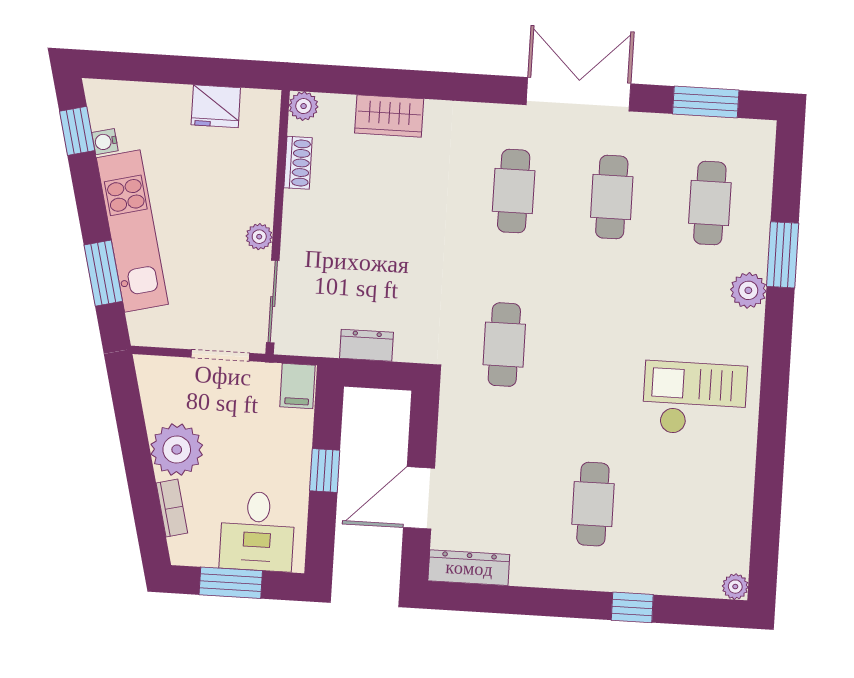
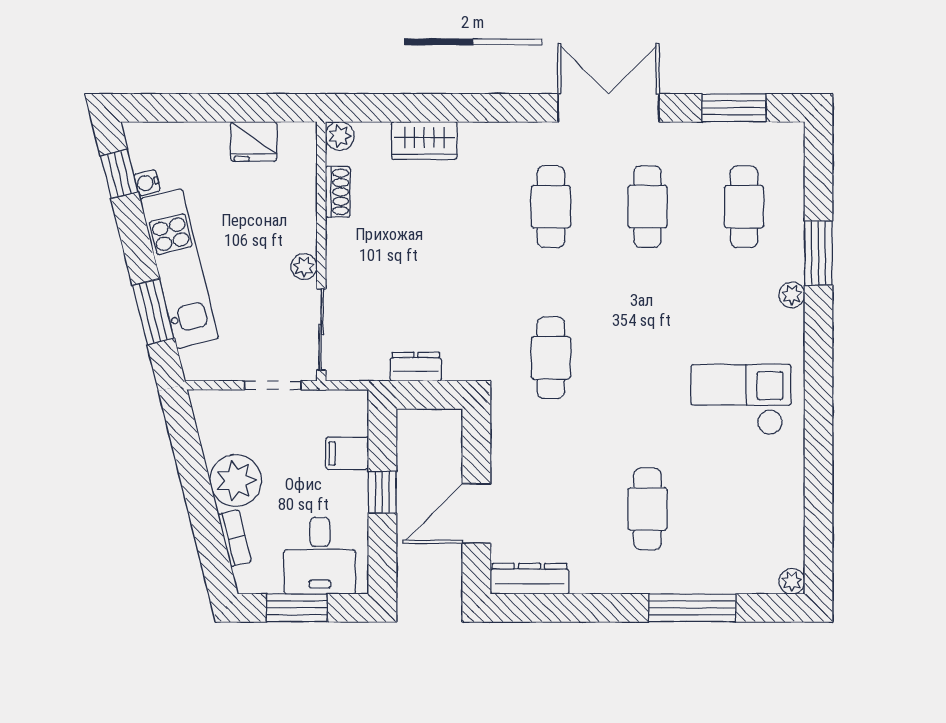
plant: (748, 290) -> (792, 295), width x0.73, depth x0.73
filing cabinet: (298, 386) -> (347, 453), moved, turned 90
window: (632, 607) -> (692, 608), width x2.17

